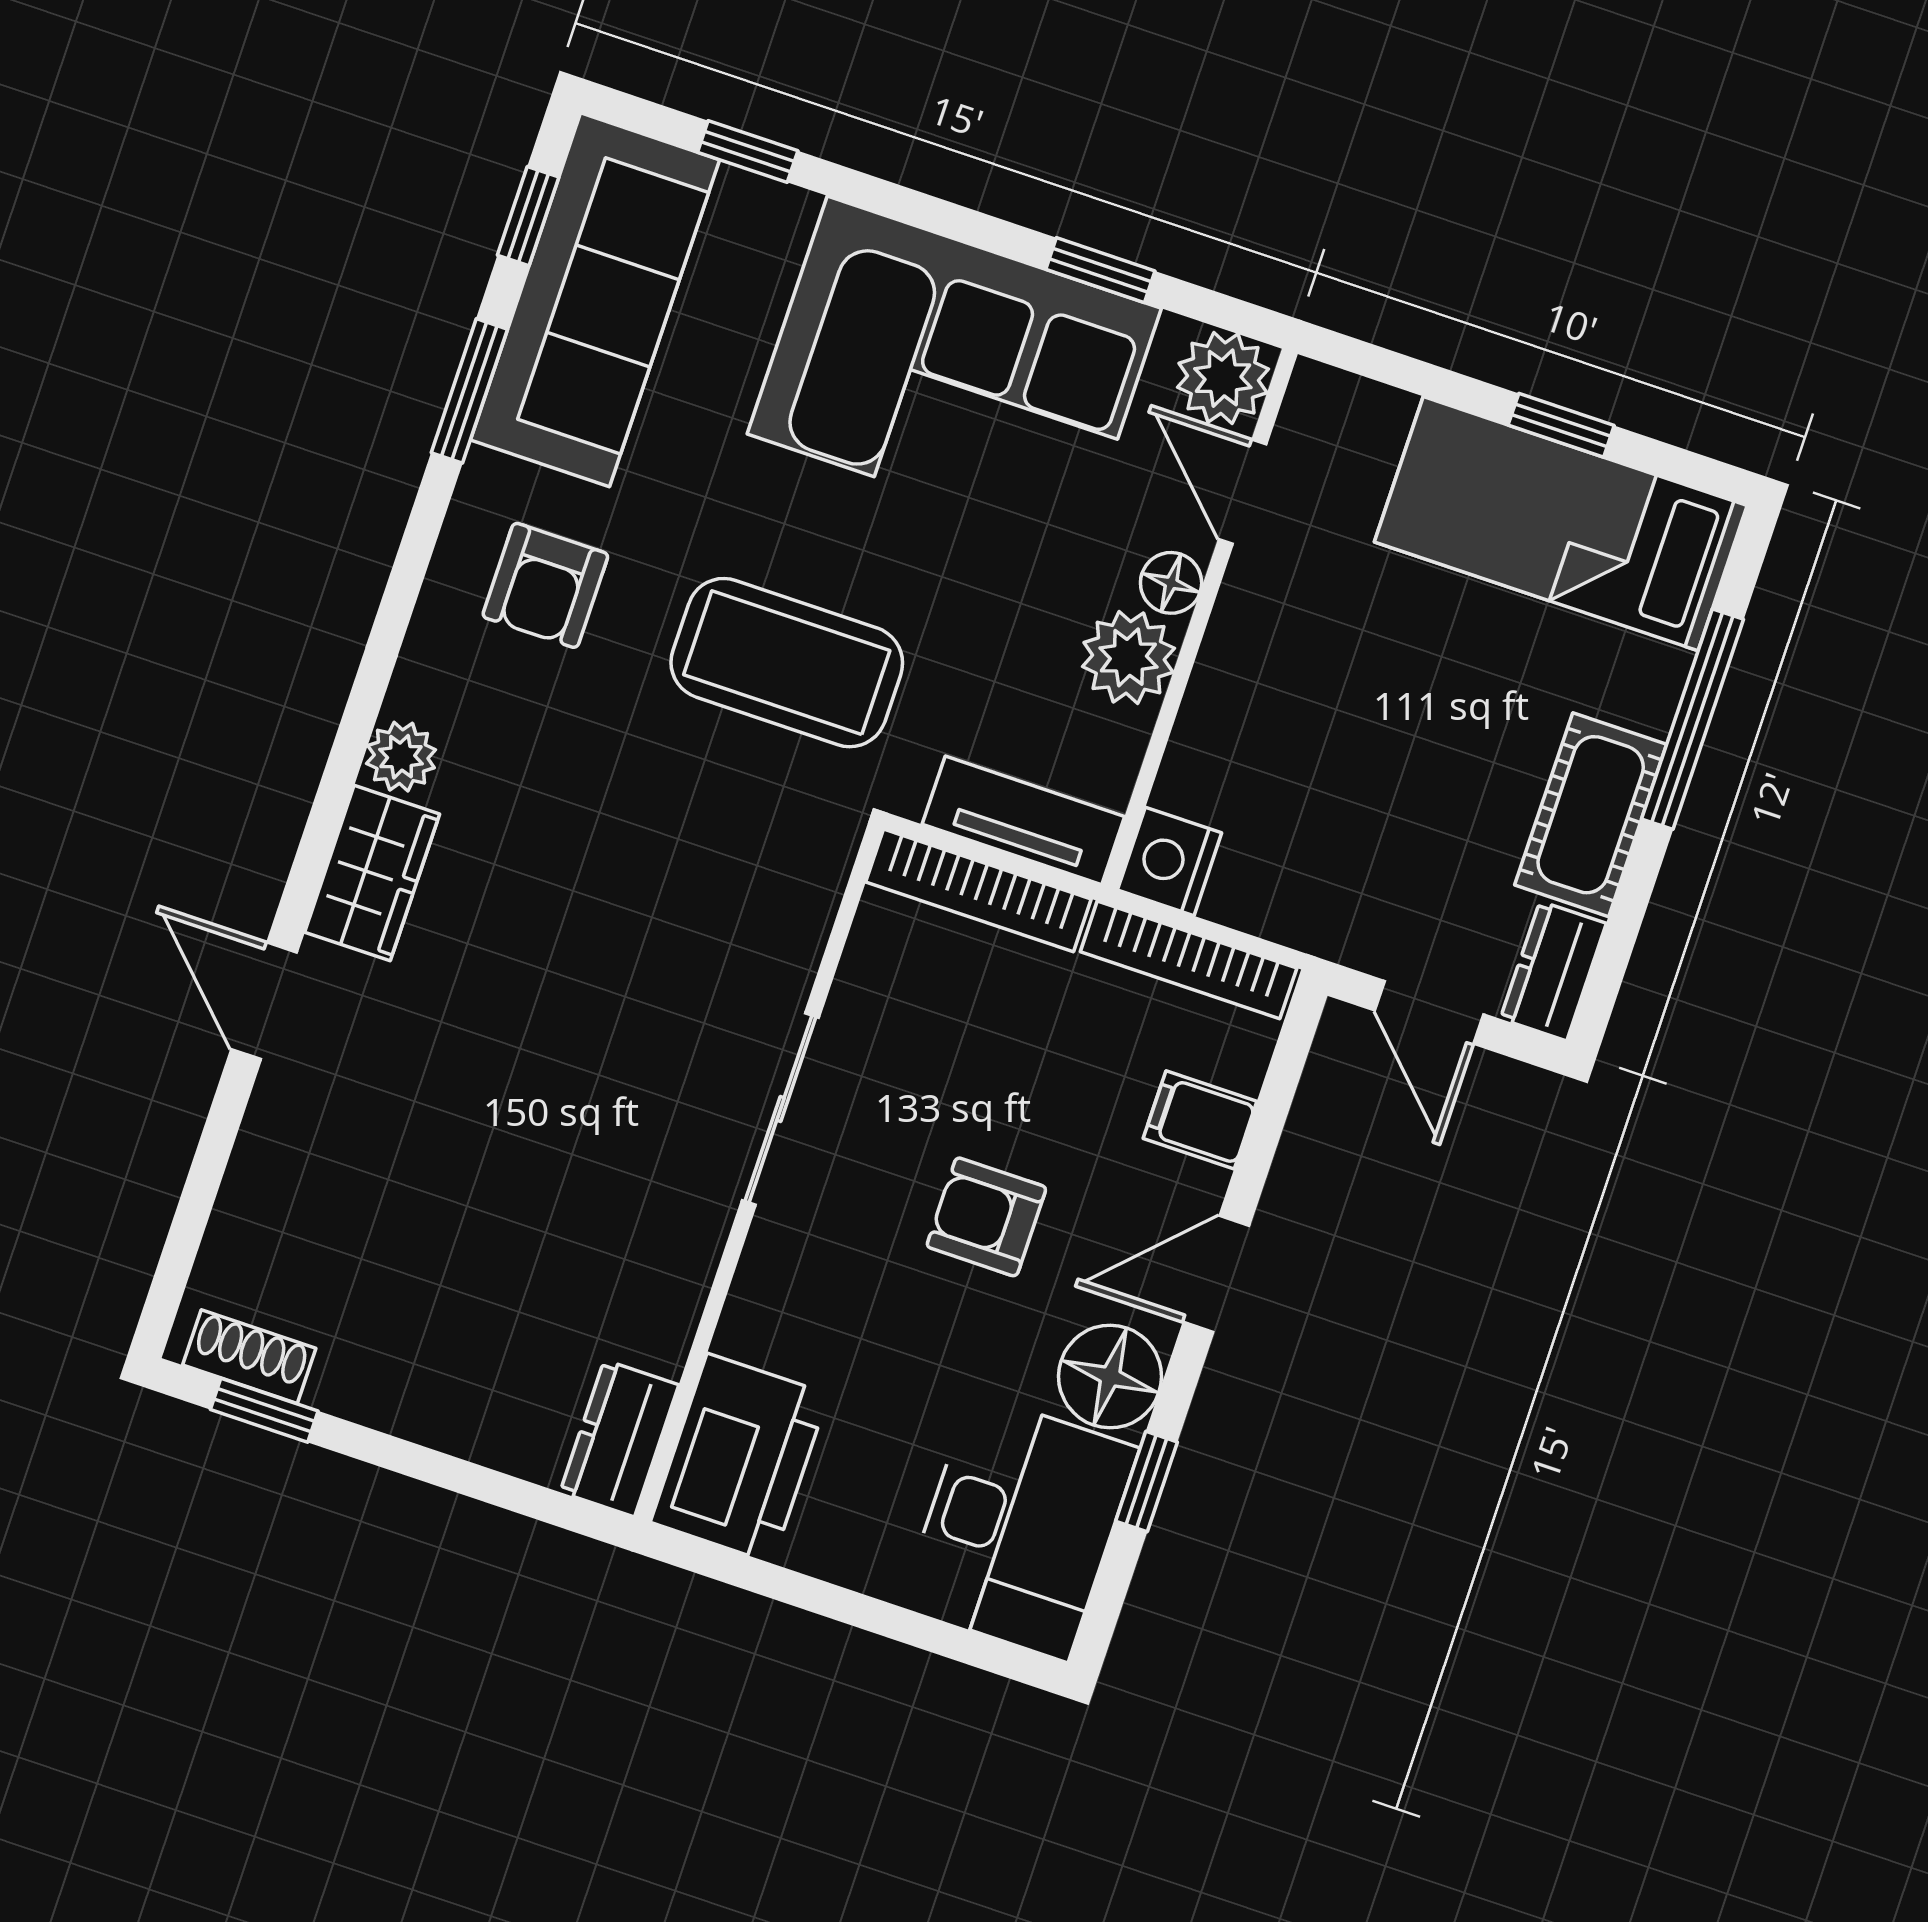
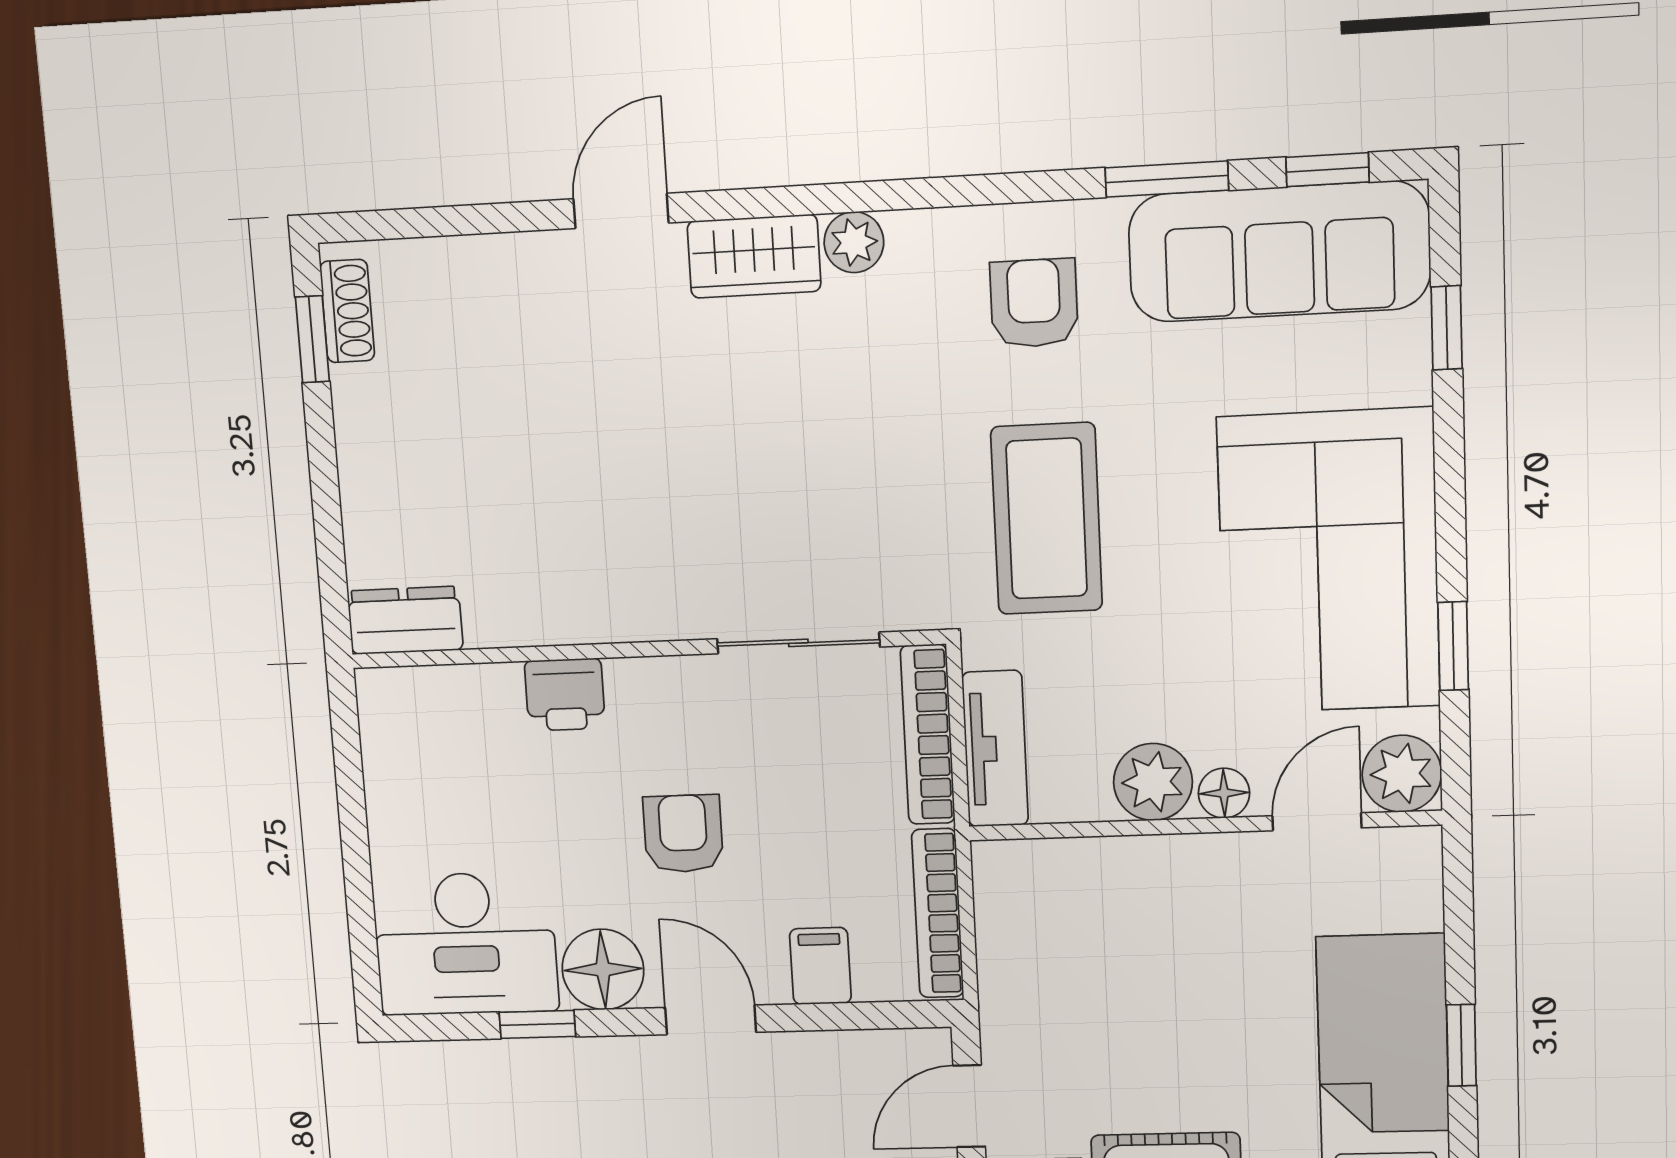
armchair: (545, 585) -> (1034, 303), turned 90
nightstand: (1170, 861) -> (1007, 871), removed
sliding door: (780, 1109) -> (798, 643), moved
printer: (740, 1458) -> (565, 695), moved, width x0.53, depth x0.68

